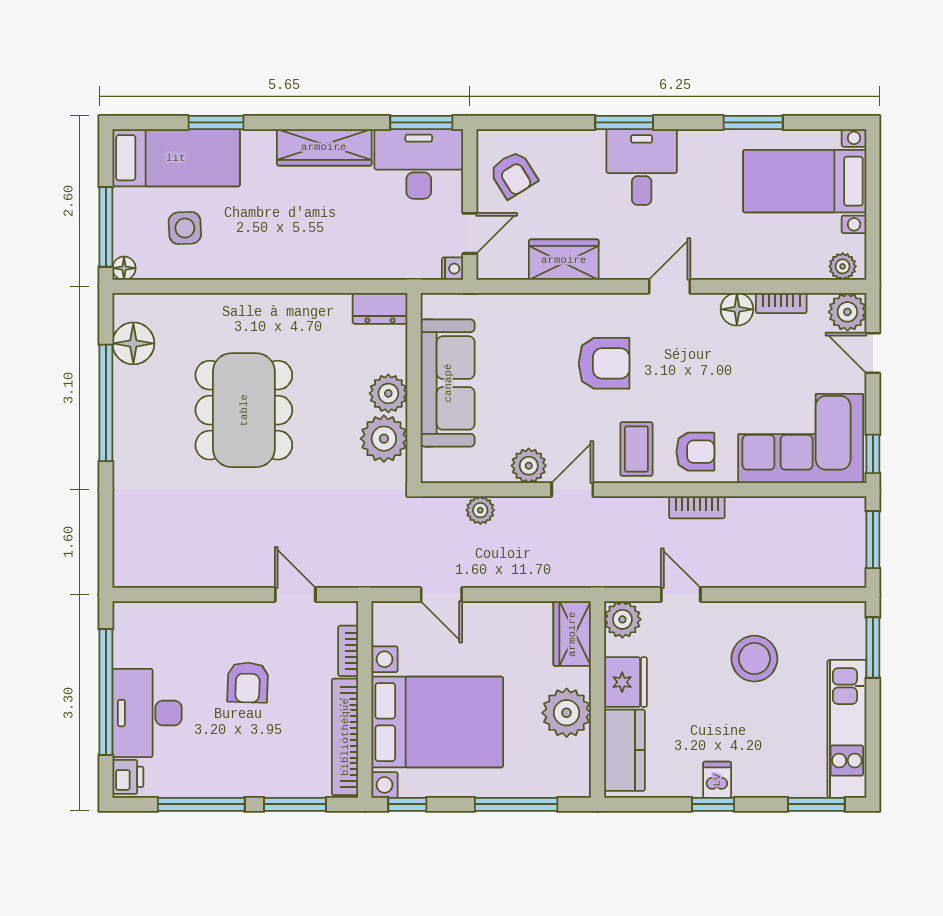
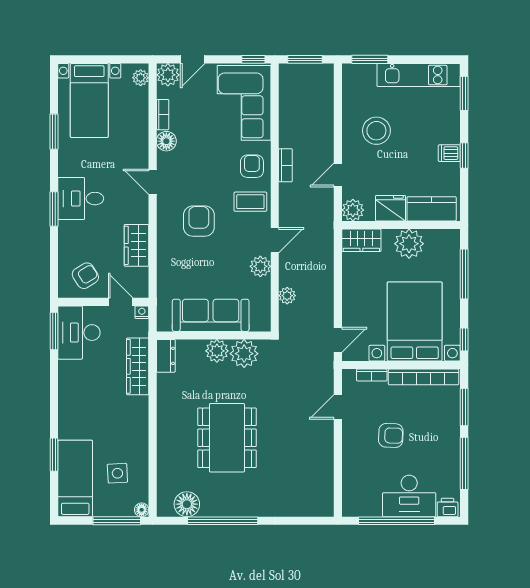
wardrobe: (324, 147) -> (138, 366), moved, turned 180
dining table: (244, 410) -> (227, 438), turned 90
door: (572, 490) -> (275, 240), swing flipped
door: (441, 595) -> (338, 340), moved

